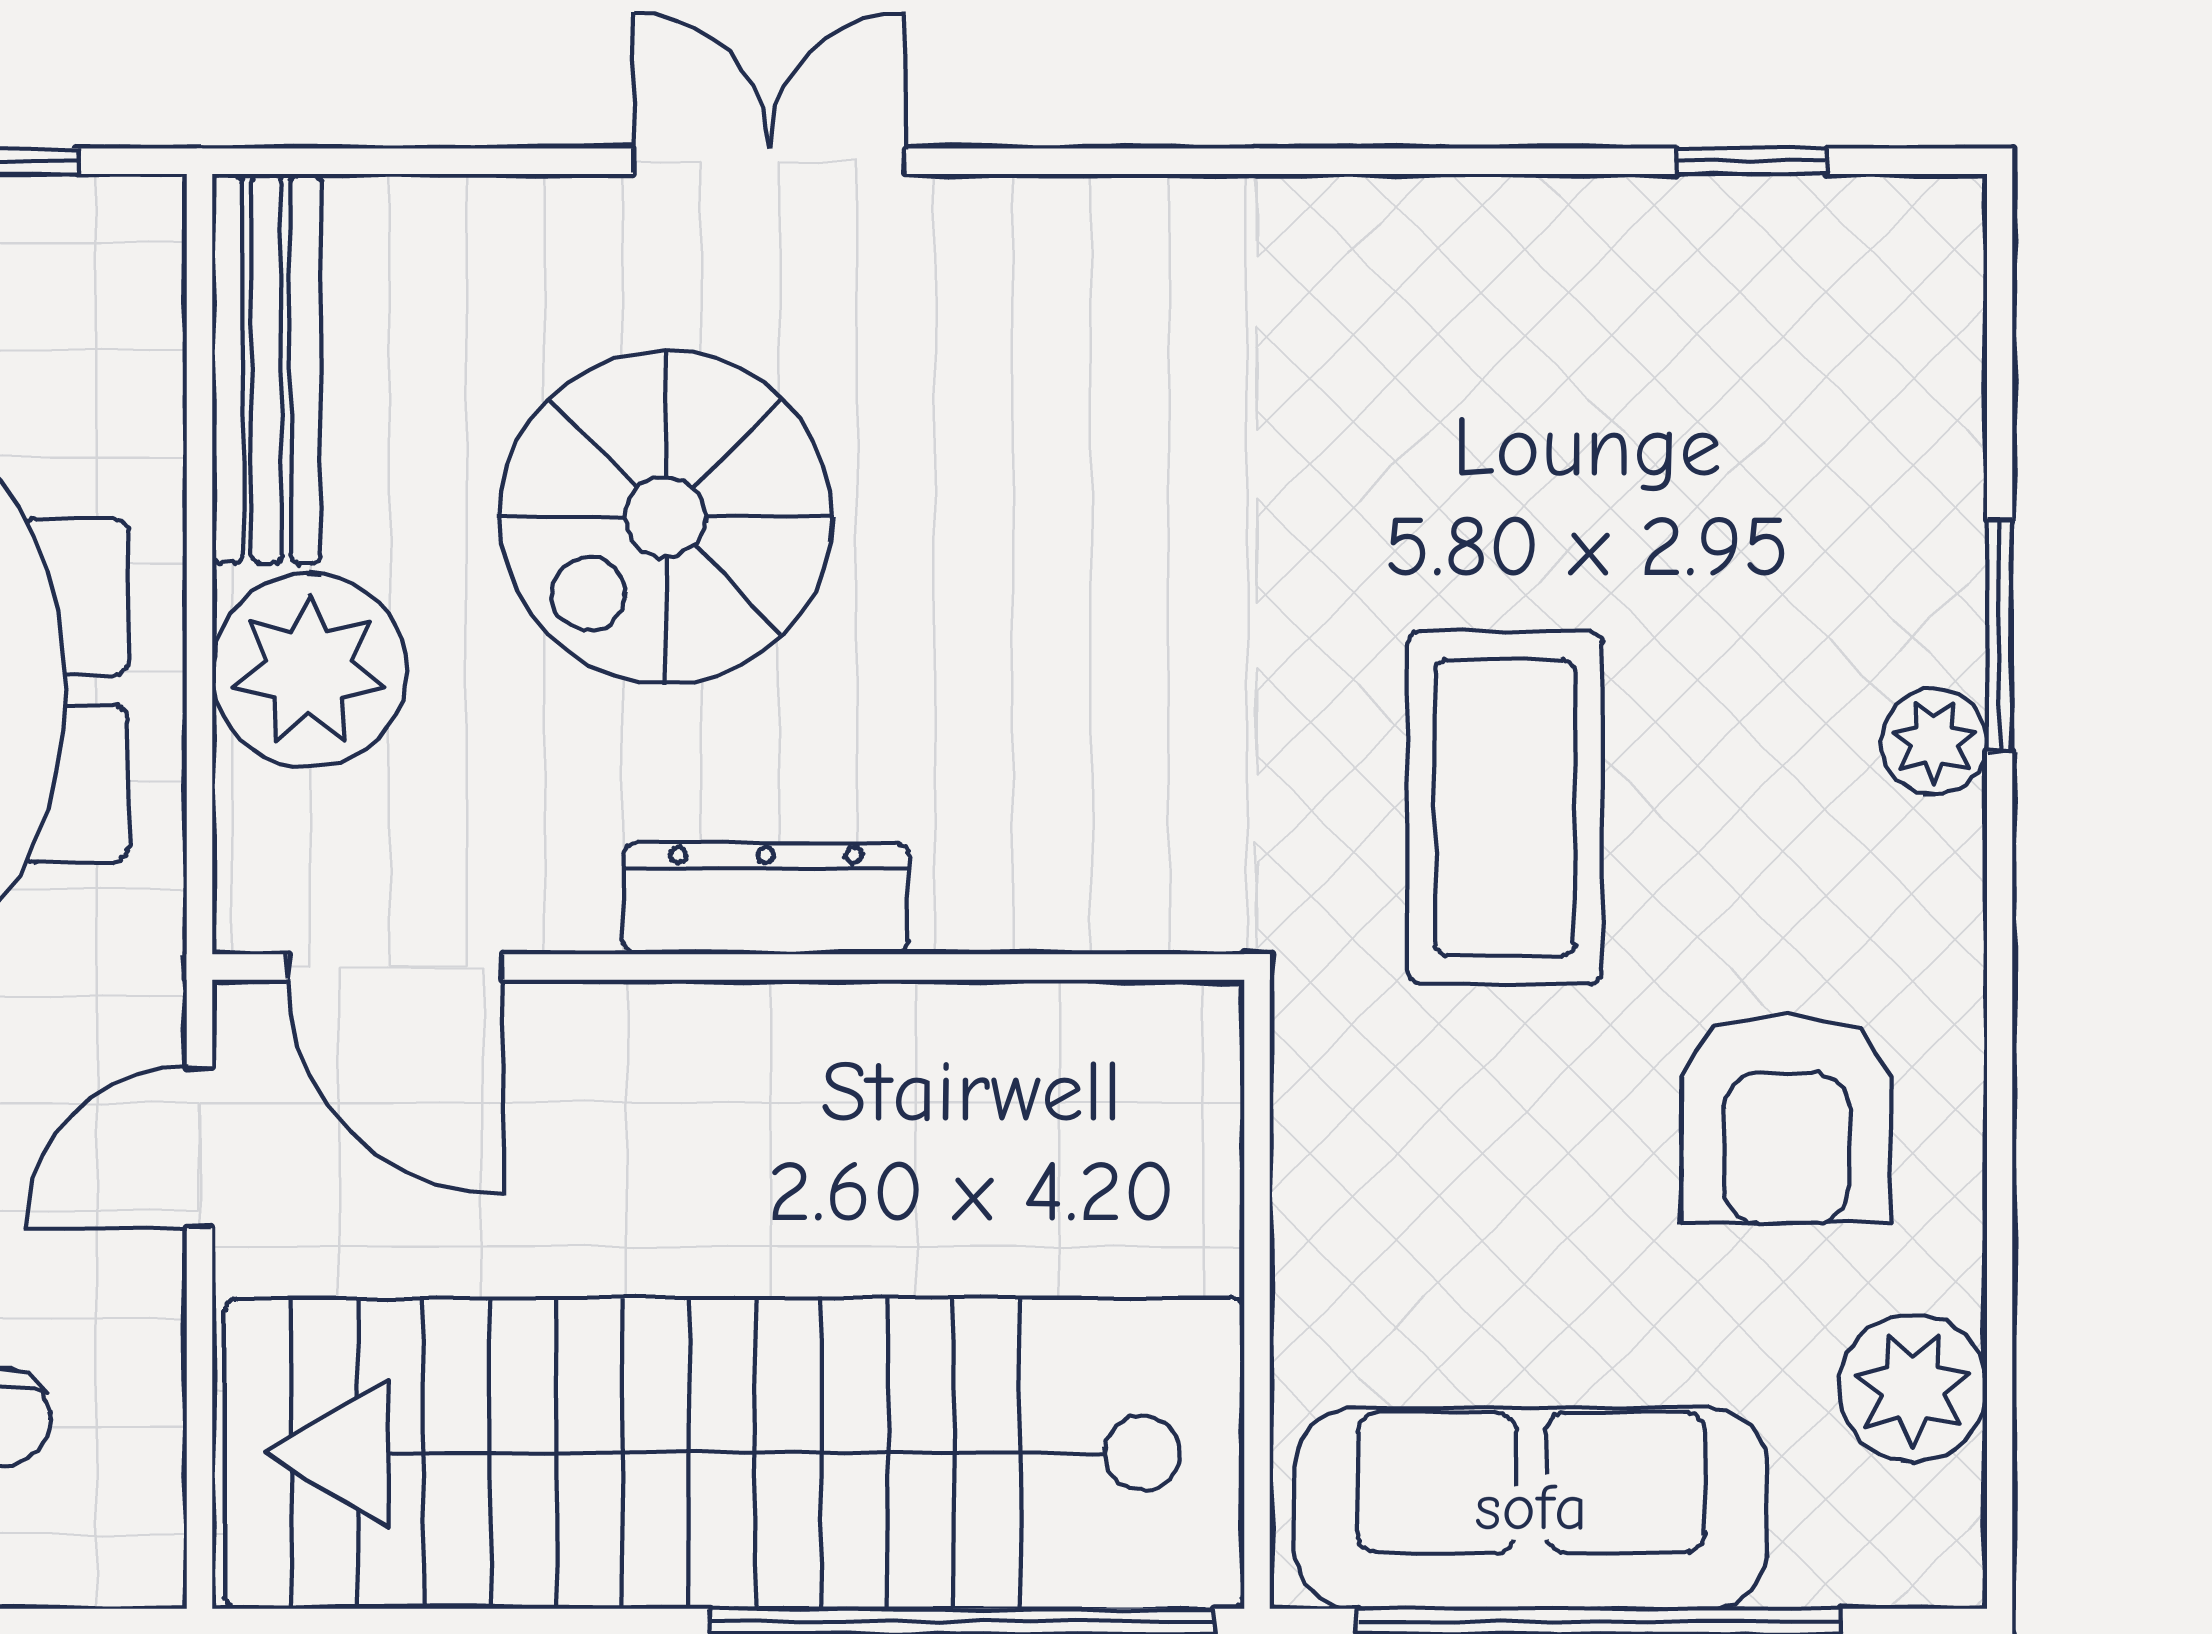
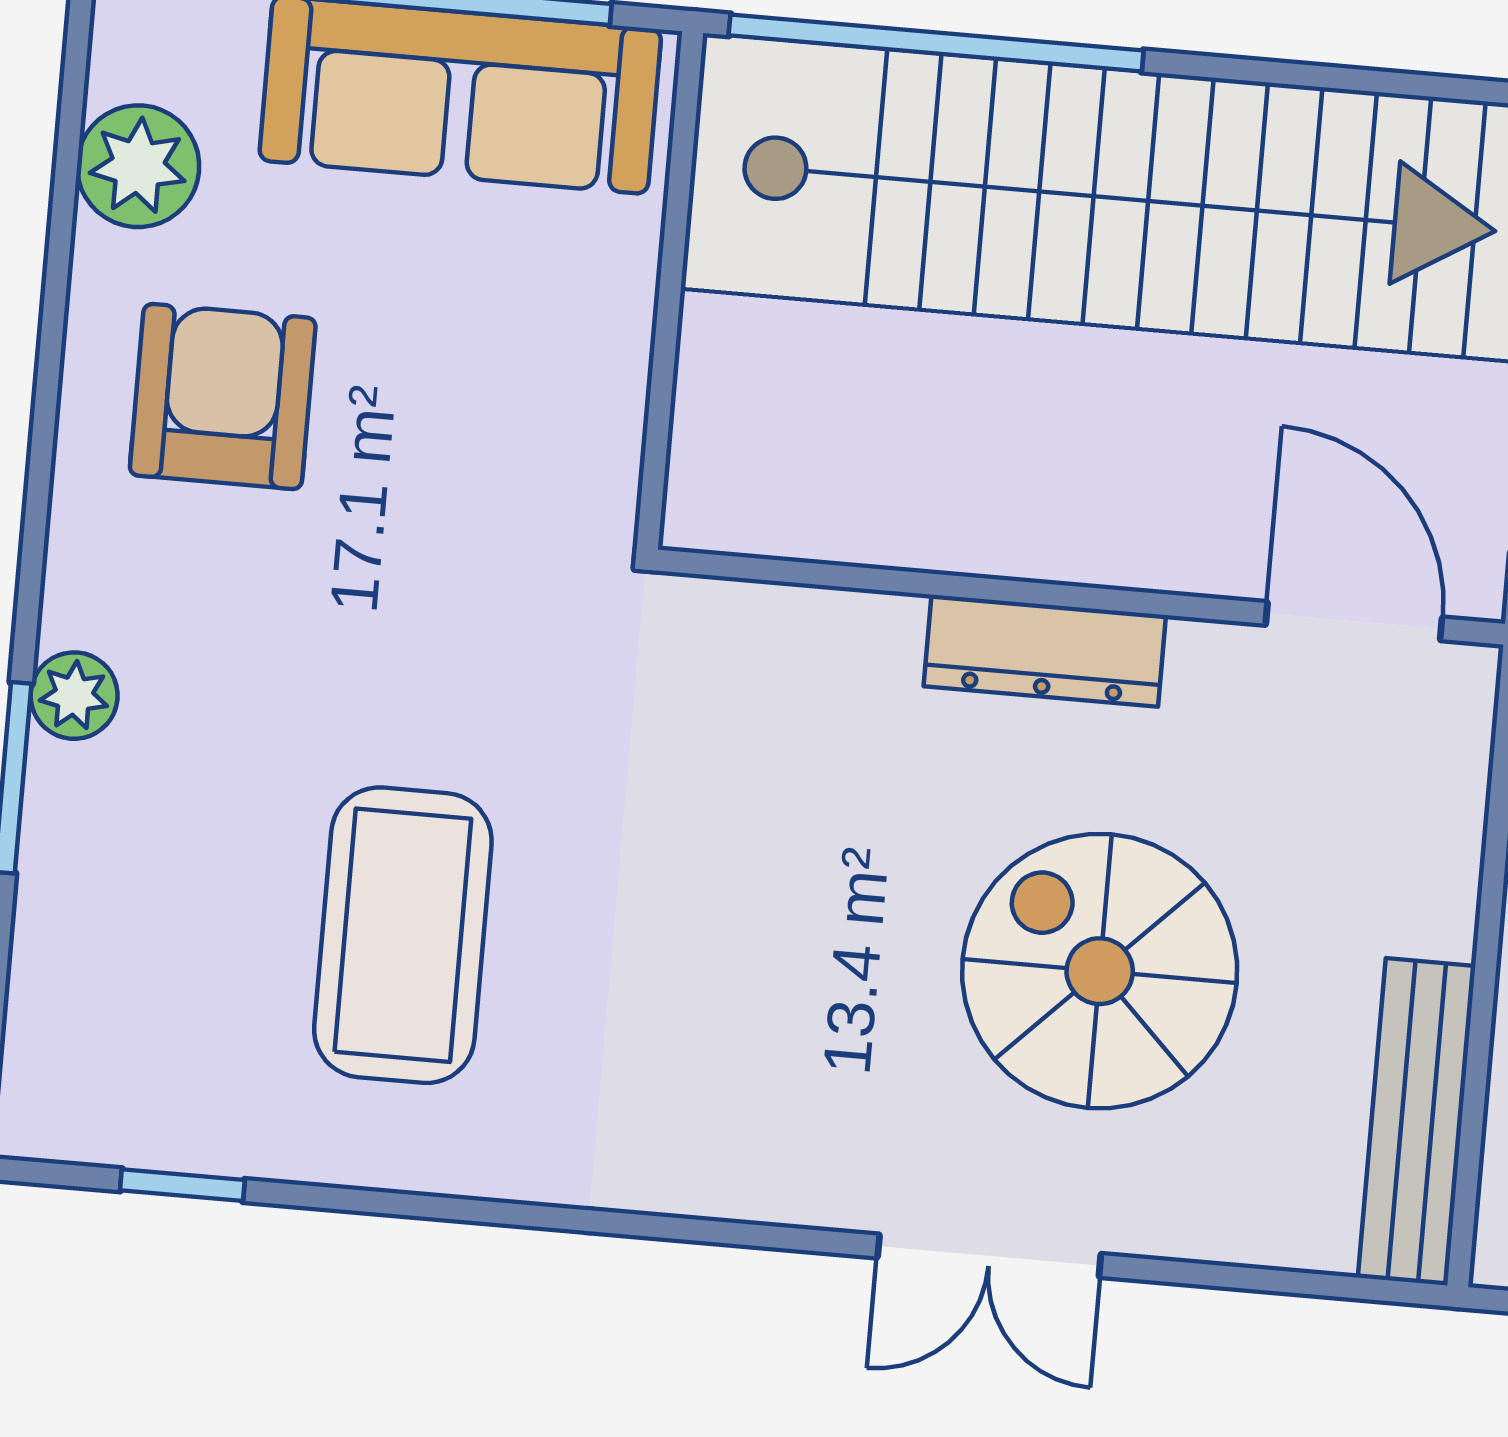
spiral stairs: (666, 517) -> (1100, 971), turned -90
plant: (309, 670) -> (1403, 871), removed
coffee table: (1505, 808) -> (403, 935), moved

